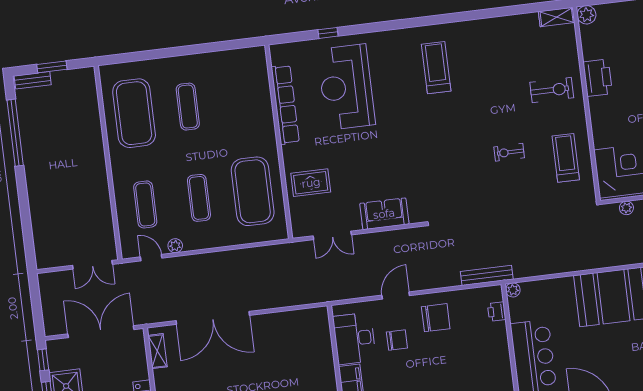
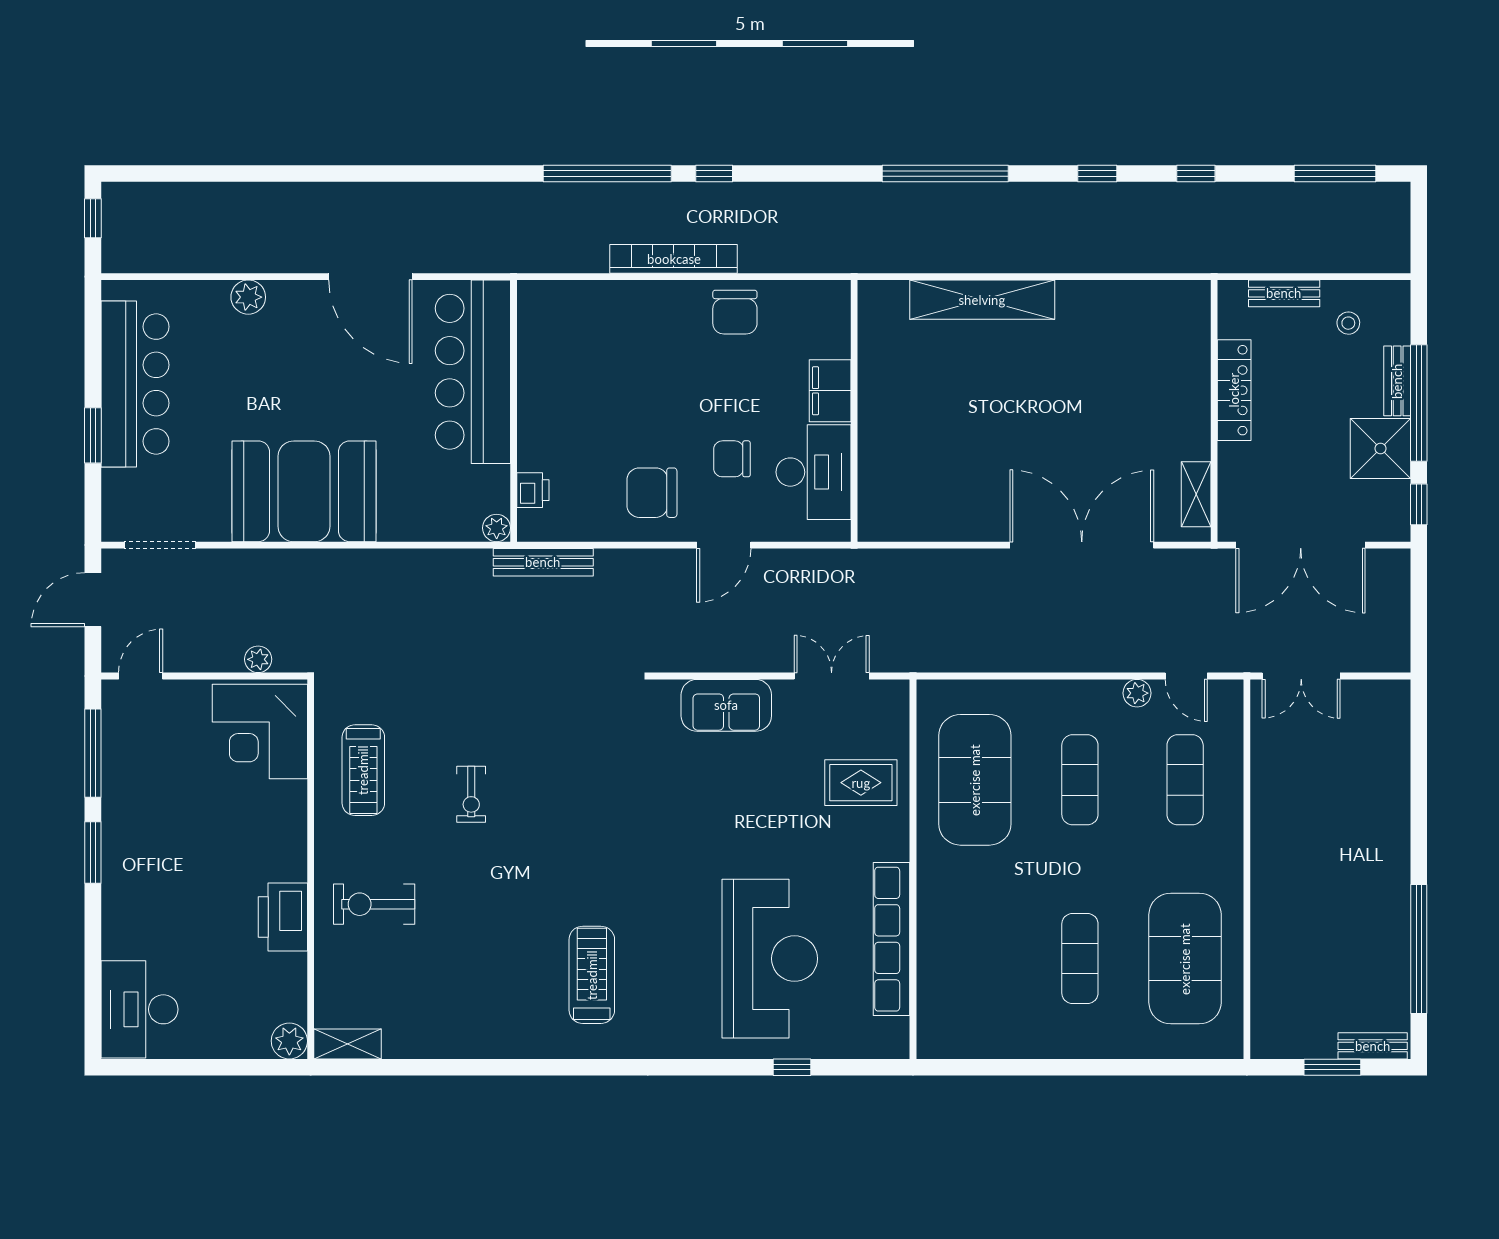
treadmill: (436, 68) -> (592, 975), turned 180
exercise bike: (509, 152) -> (471, 794), turned 90
double door: (92, 265) -> (1301, 676), swing flipped

